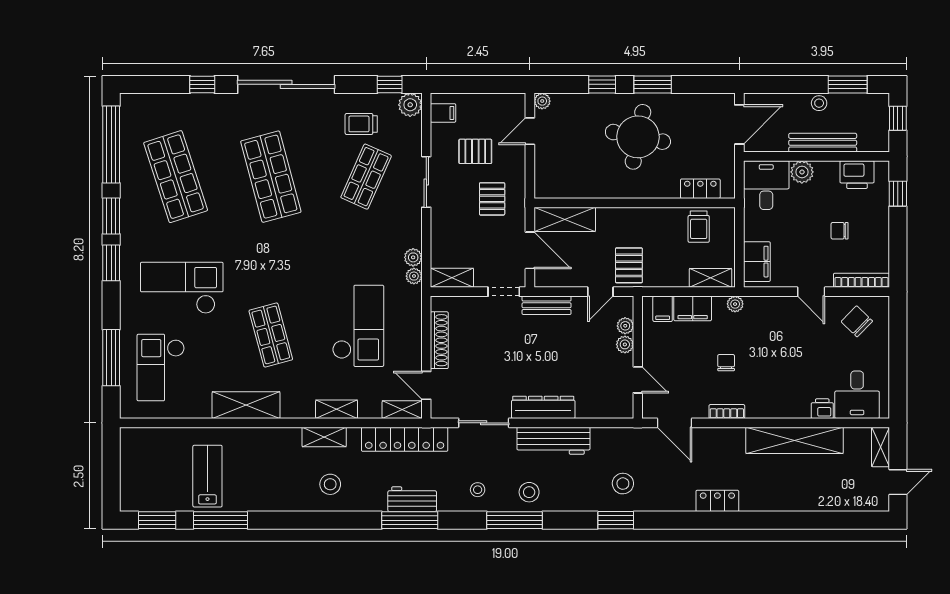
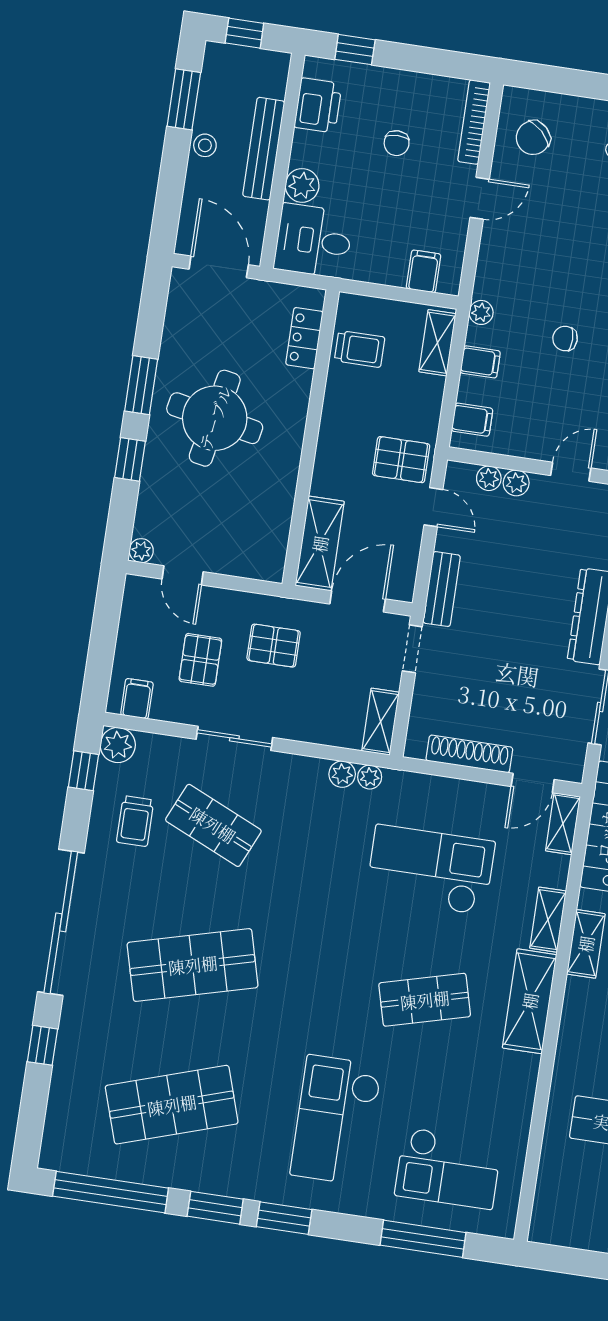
filing cabinet: (757, 262) -> (424, 271), width x0.50
filing cabinet: (693, 308) -> (480, 362), width x0.50
shelving: (246, 405) -> (530, 1001), moved

